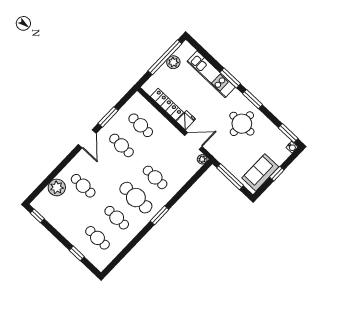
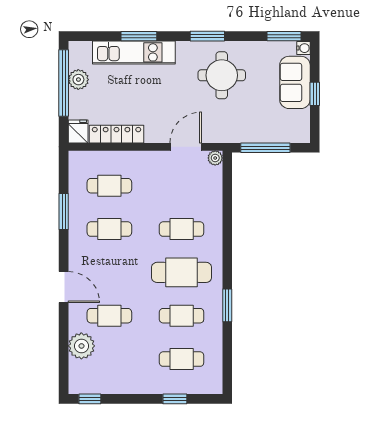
window: (230, 78) -> (139, 36), moved
fridge: (186, 120) -> (78, 131), moved
door: (87, 139) -> (64, 287), moved
sofa: (260, 172) -> (295, 82), moved
window: (160, 215) -> (227, 305), moved

